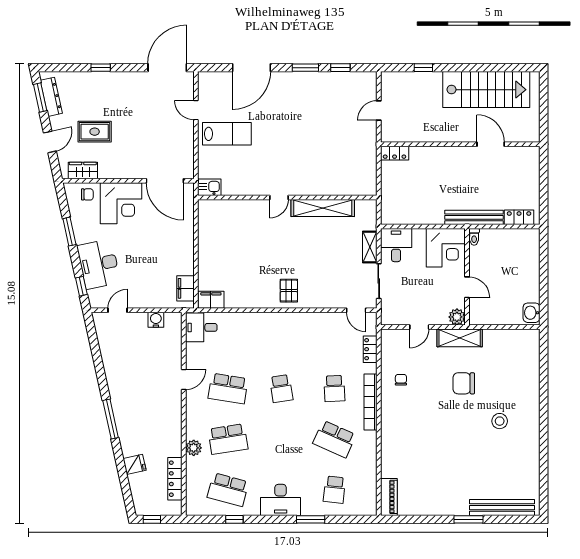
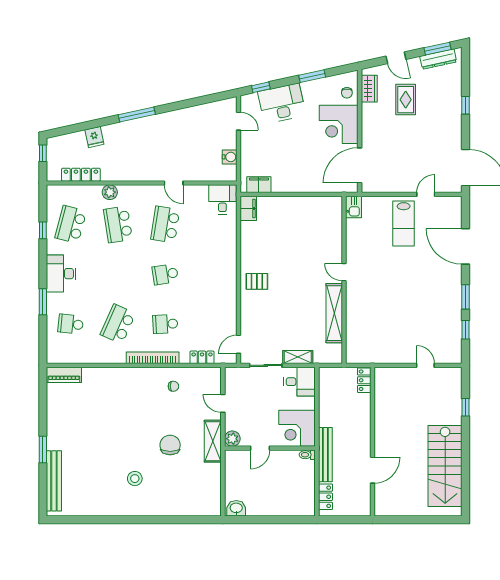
wall: (460, 144) -> (372, 442), moved
door: (491, 144) -> (372, 470), moved
locker: (395, 153) -> (364, 380), moved

